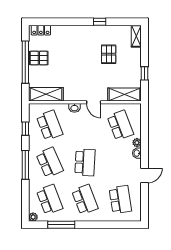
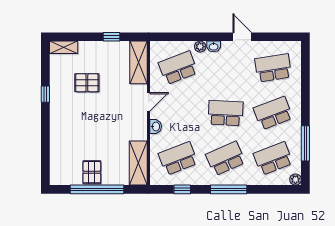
locker: (41, 30) -> (56, 170), removed

